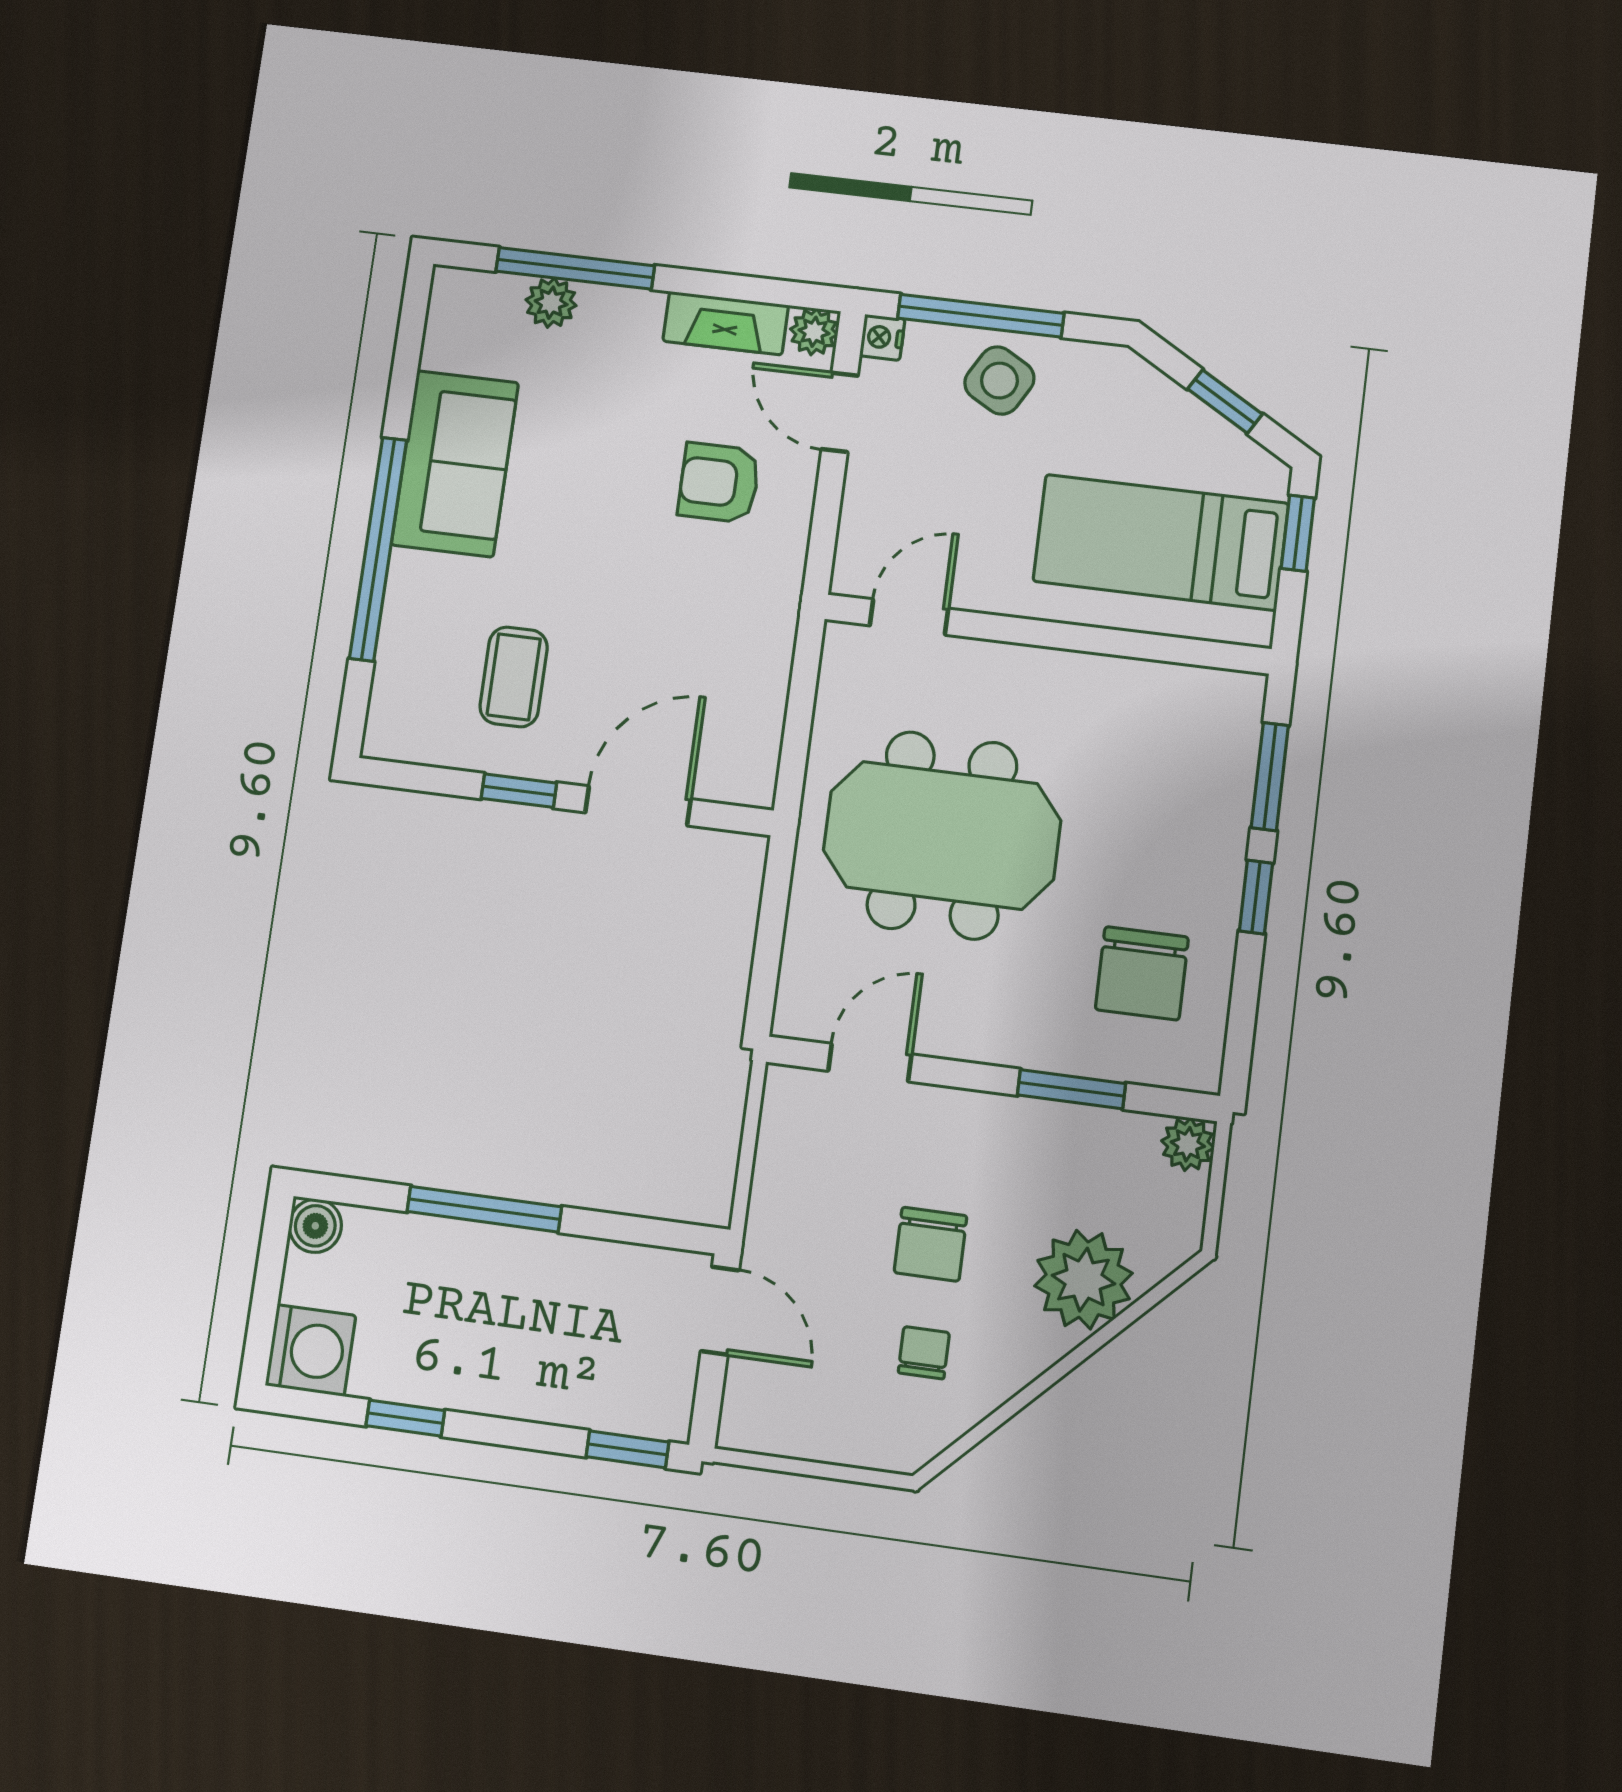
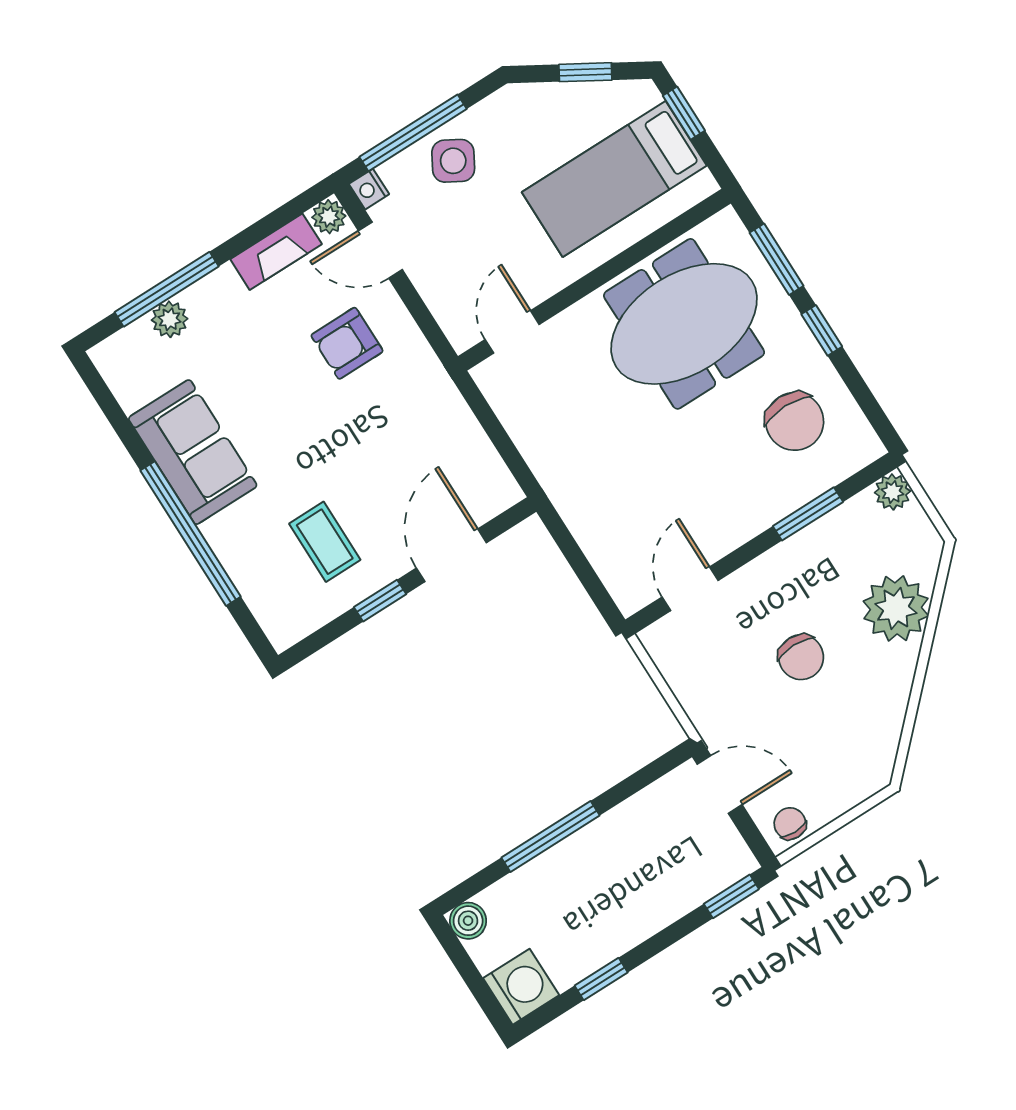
meeting table: (942, 835) -> (684, 324), moved
chair: (924, 1353) -> (790, 824), moved

